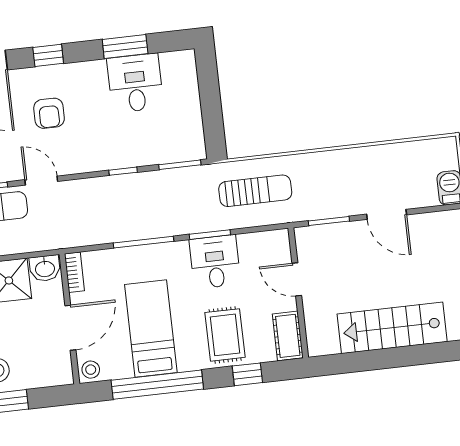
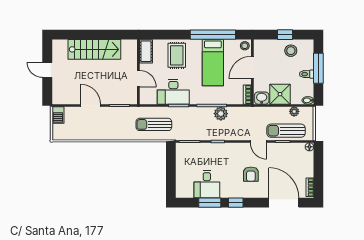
window: (48, 55) -> (236, 203), moved
armchair: (49, 113) -> (251, 174), turned 180
plant: (123, 228) -> (221, 114), added
desk: (215, 262) -> (173, 92), width x1.37
window: (247, 374) -> (168, 35), removed

